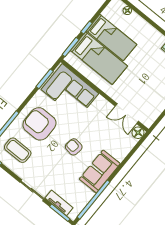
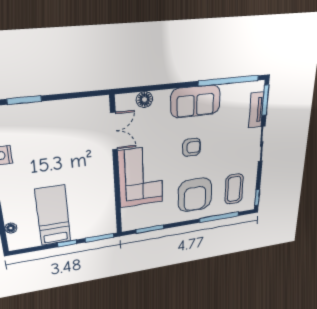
bed: (99, 58) -> (85, 207), removed
corner sofa: (70, 91) -> (141, 177), moved
floor lamp: (138, 133) -> (145, 100), moved
armchair: (74, 147) -> (191, 147), turned -98

